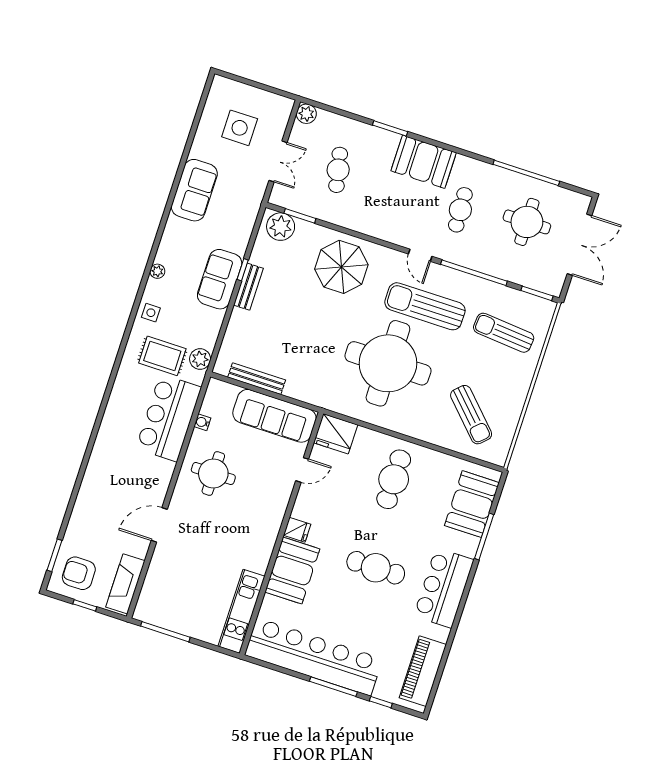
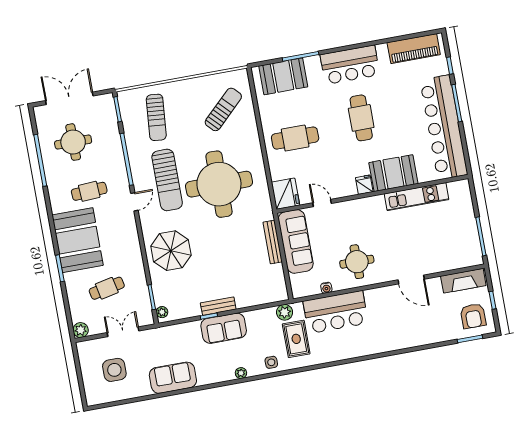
booth: (424, 162) -> (78, 240), width x1.36, depth x1.42
plant: (281, 227) -> (162, 312), width x0.53, depth x0.53
bench: (257, 379) -> (273, 242), moved
kitchen unit: (242, 611) -> (416, 197), moved

